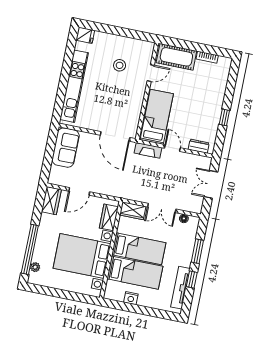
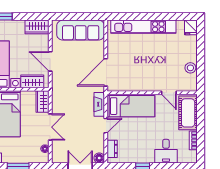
stool: (120, 65) -> (190, 68), moved
desk: (213, 89) -> (166, 151), added
sofa: (66, 148) -> (81, 30), width x1.36
floor lamp: (206, 162) -> (99, 158), added
door: (79, 191) -> (50, 61), moved
double door: (162, 208) -> (50, 127), swing flipped

